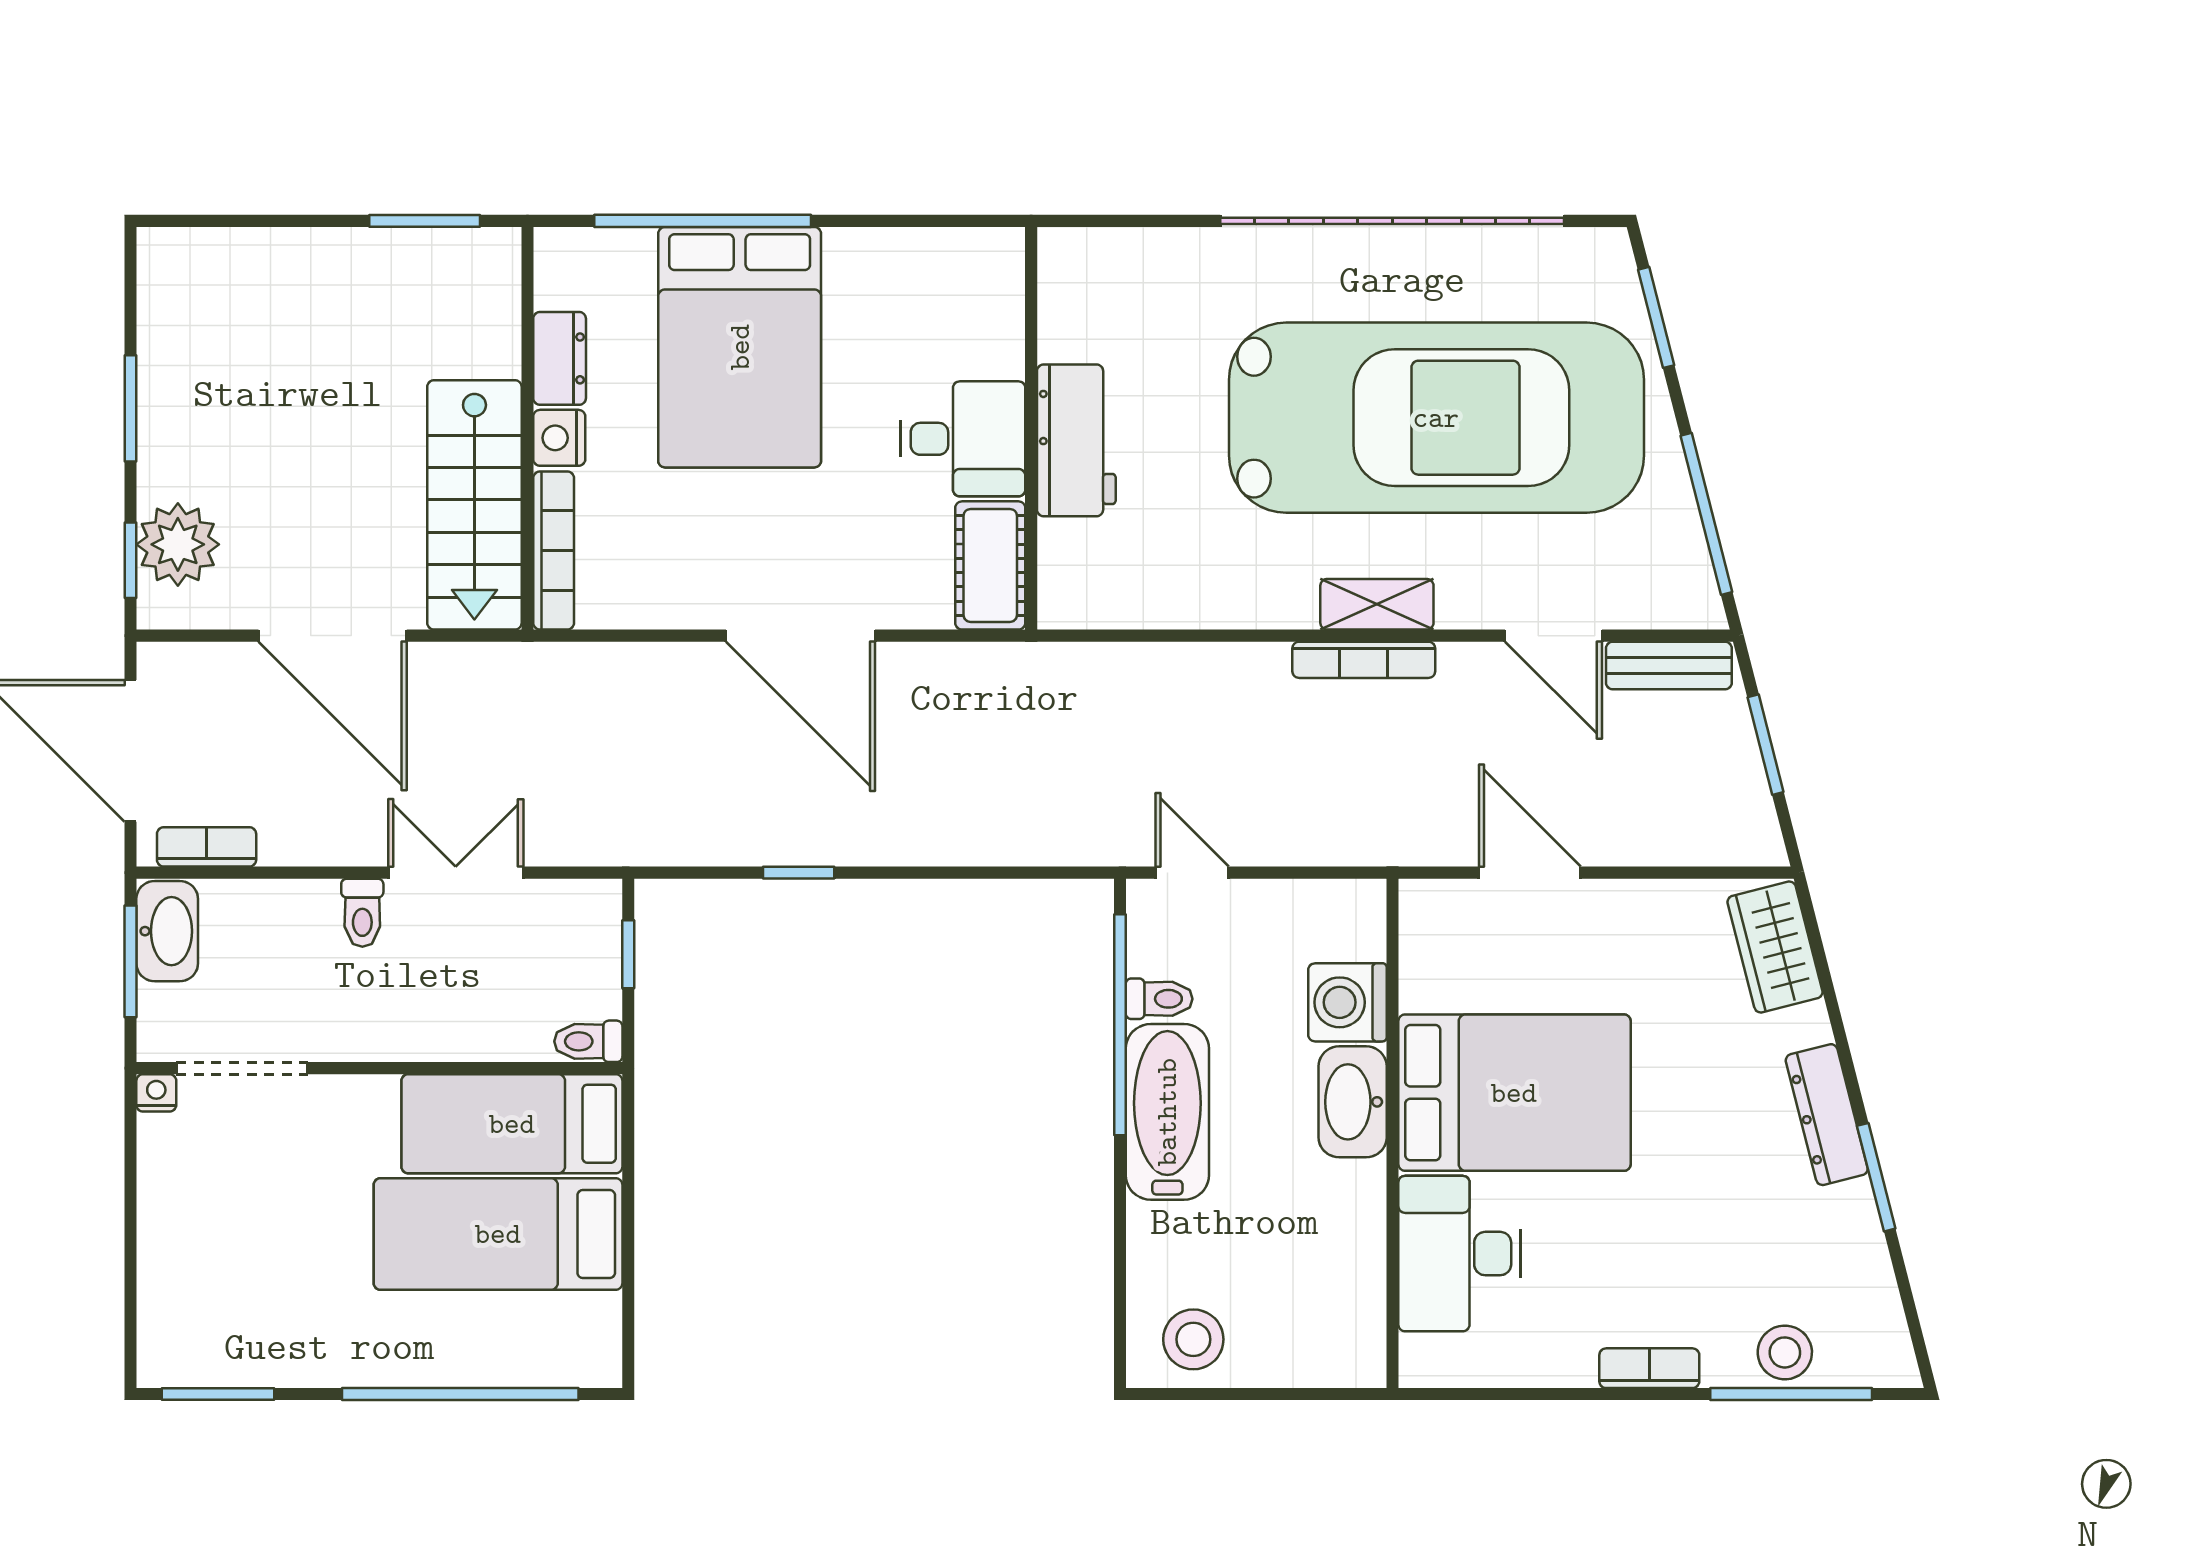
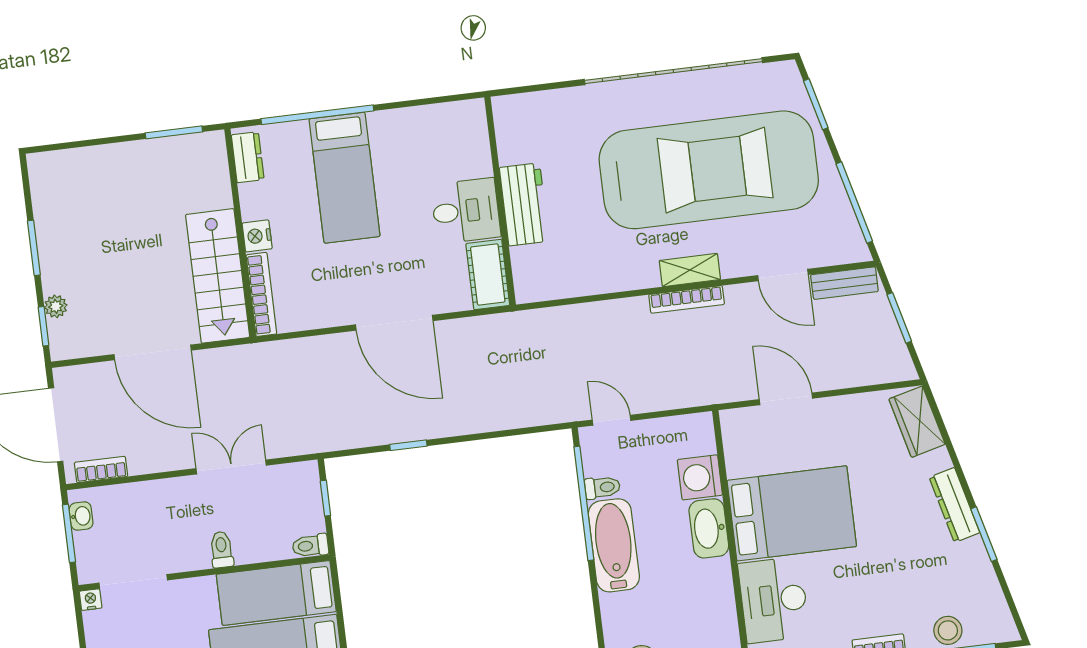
bed: (740, 347) -> (345, 178), width x0.67
dresser: (560, 358) -> (248, 157), moved
plant: (178, 544) -> (56, 306), width x0.53, depth x0.53
toilet: (362, 913) -> (222, 550), moved, turned 180
washbasin: (167, 931) -> (81, 516), width x0.52, depth x0.69

